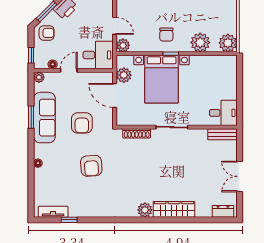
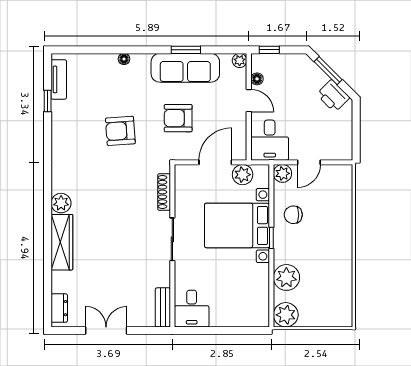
armchair: (47, 33) -> (299, 71), removed
chair: (166, 35) -> (293, 215), moved

